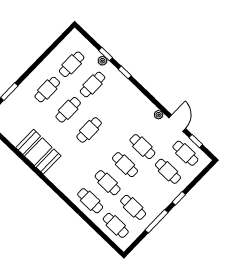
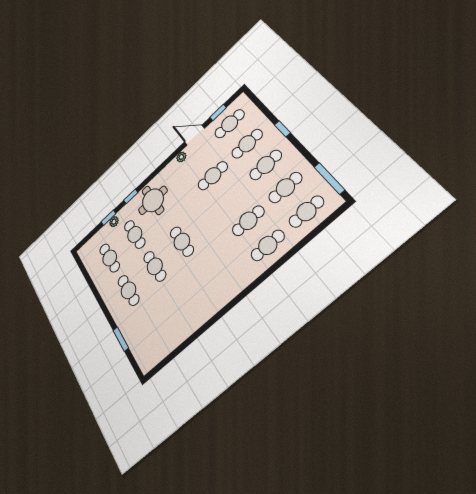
round table: (122, 96) -> (153, 200), added
booth: (38, 152) -> (195, 311), removed
cafe table: (125, 165) -> (266, 165), moved
window: (156, 221) -> (329, 178), moved

